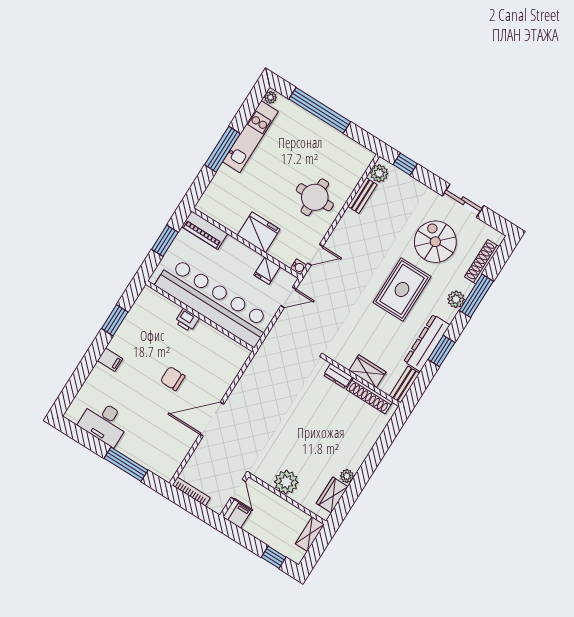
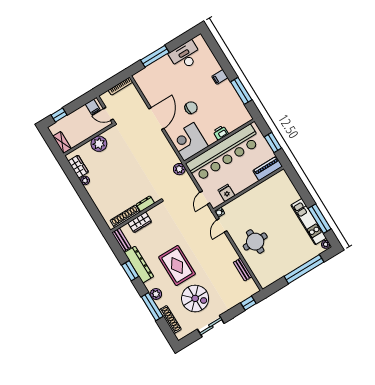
window: (222, 149) -> (320, 219), moved
plant: (379, 173) -> (179, 169), moved
fridge: (259, 232) -> (251, 199), removed
window: (115, 320) -> (241, 91), width x1.44
corner desk: (222, 358) -> (189, 142), added

